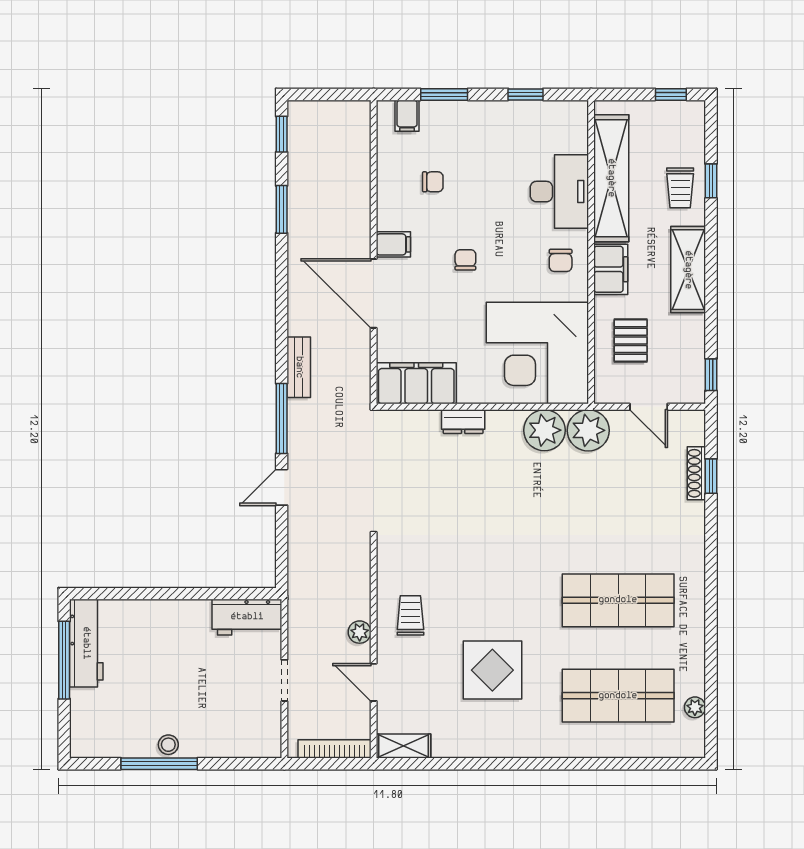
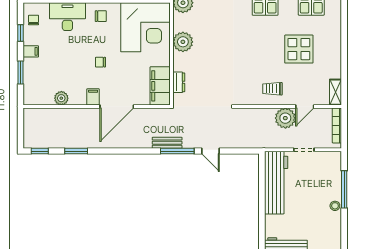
filing cabinet: (407, 116) -> (31, 51), moved
plant: (391, 179) -> (61, 98), added
chair: (433, 182) -> (34, 20), moved
bench: (299, 367) -> (167, 143), moved
dresser: (463, 422) -> (179, 82), moved
plant: (544, 430) -> (183, 42), moved
workbench: (247, 617) -> (276, 183), width x1.88, depth x1.32
plant: (360, 632) -> (285, 118), width x1.88, depth x1.88
window: (159, 764) -> (344, 189), moved

